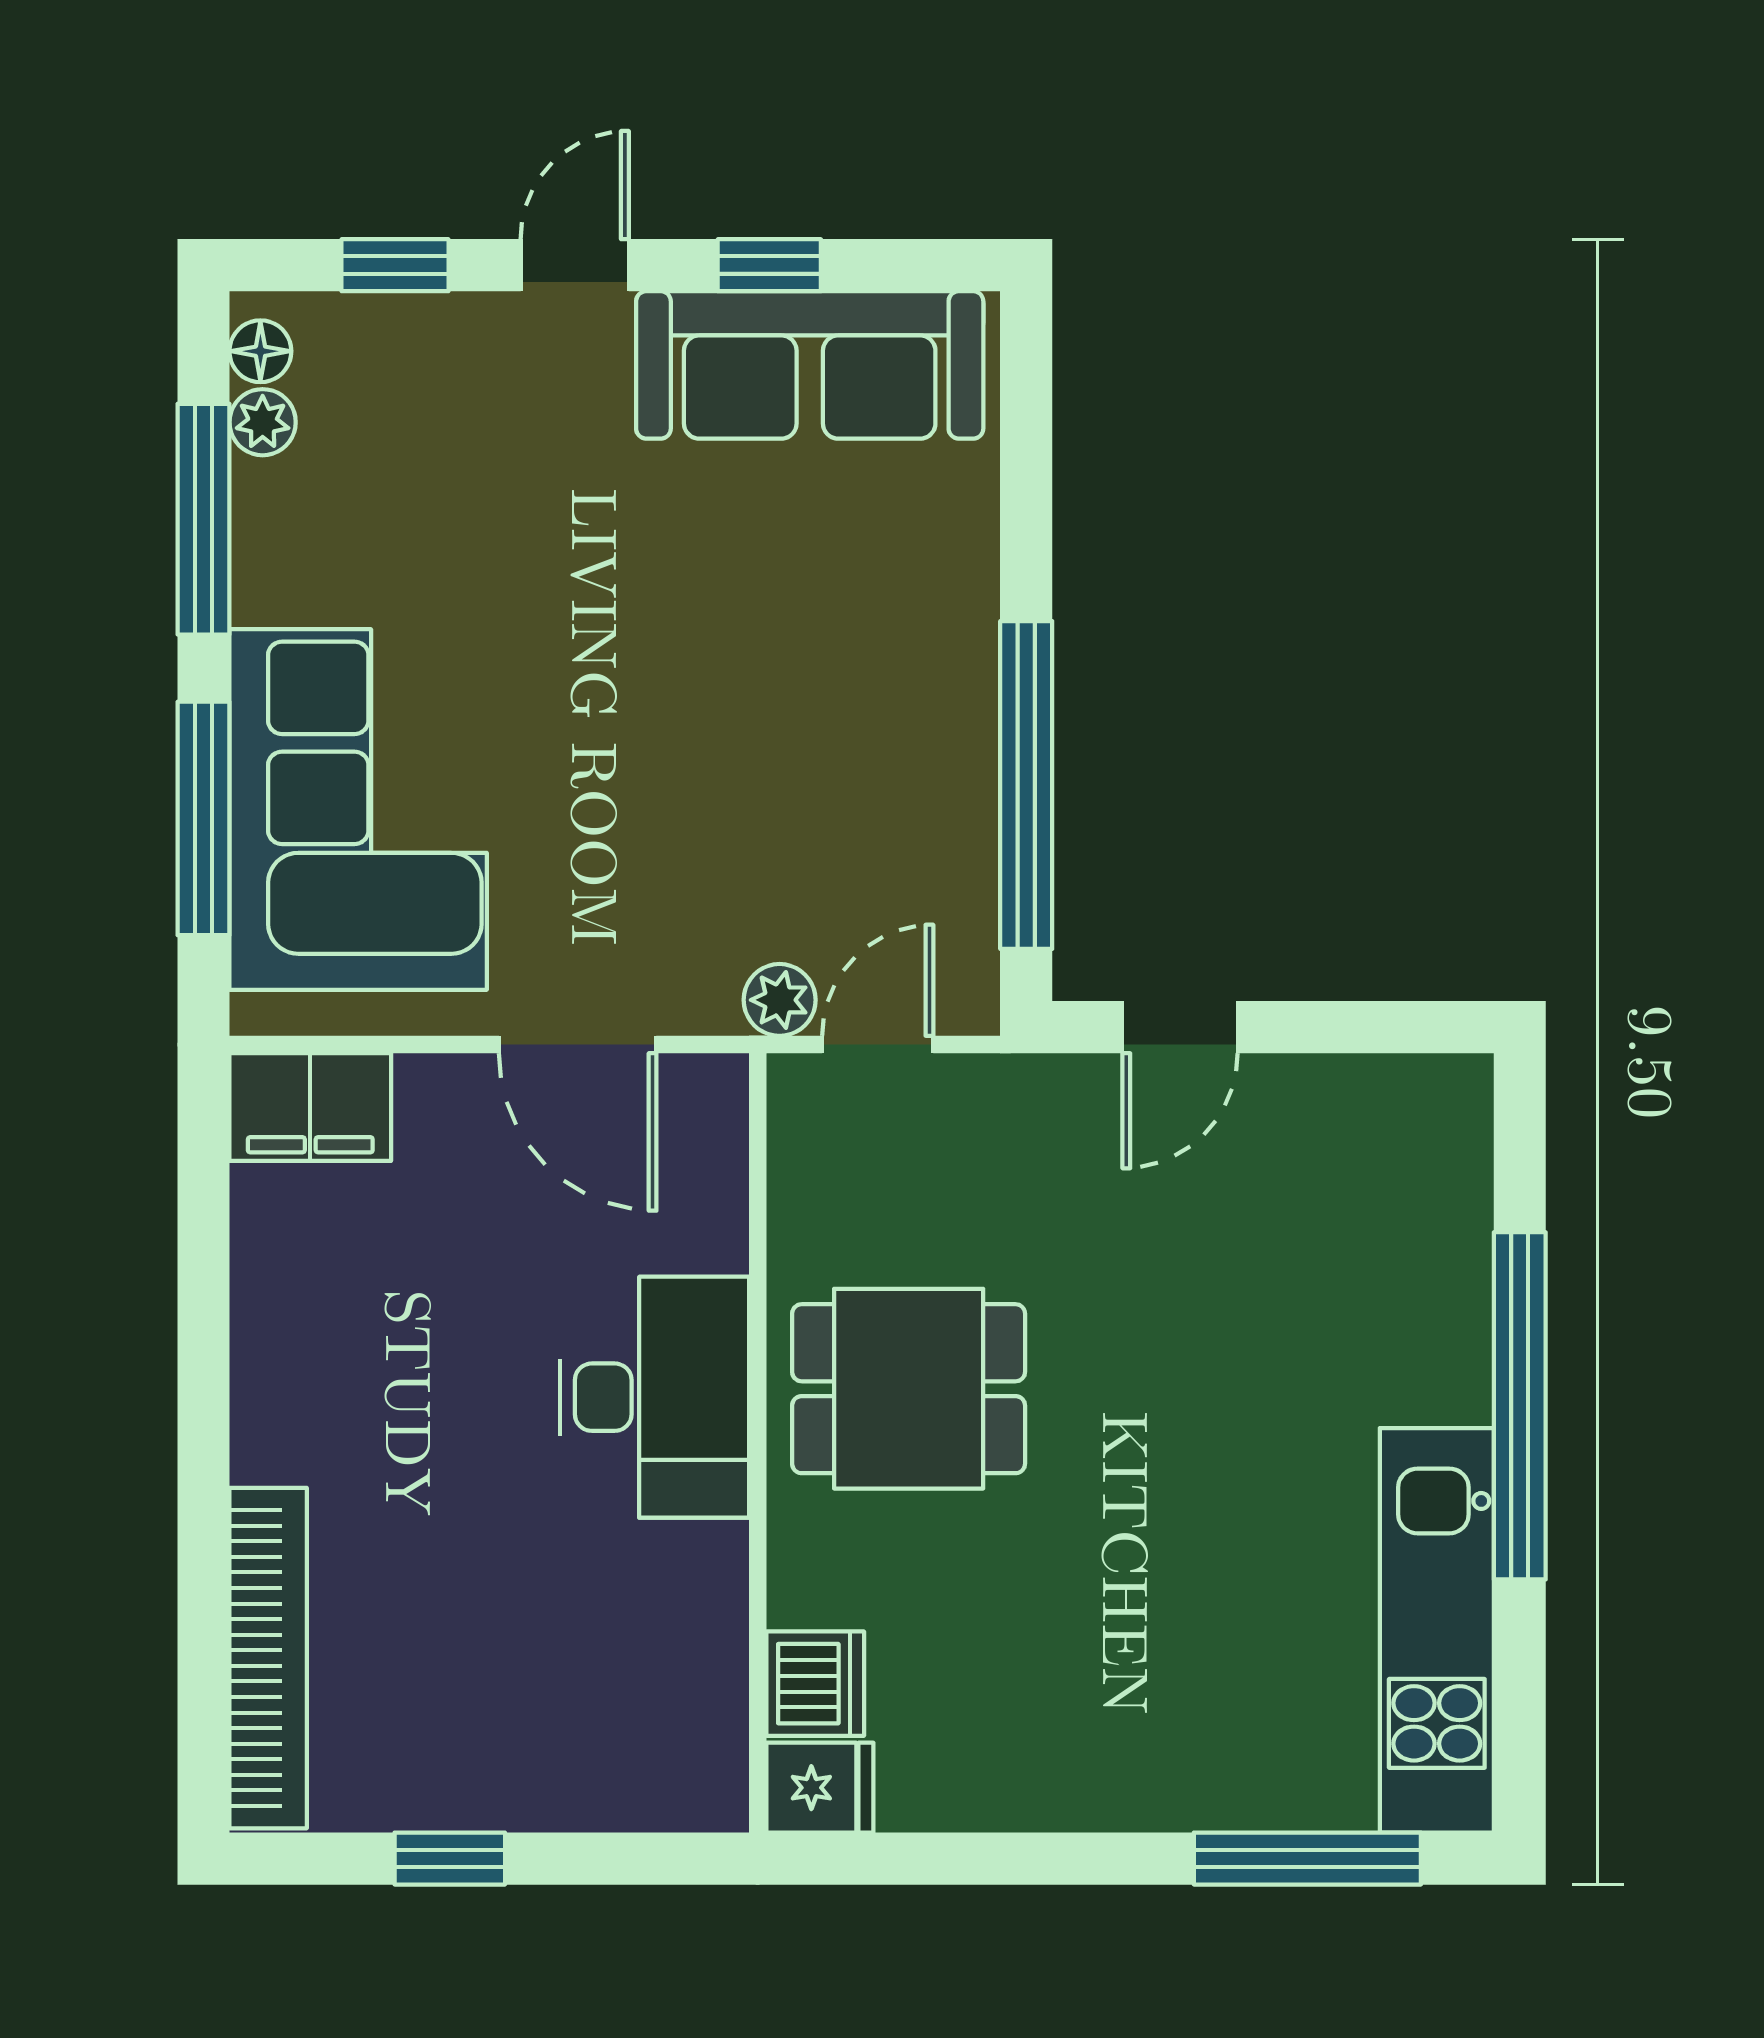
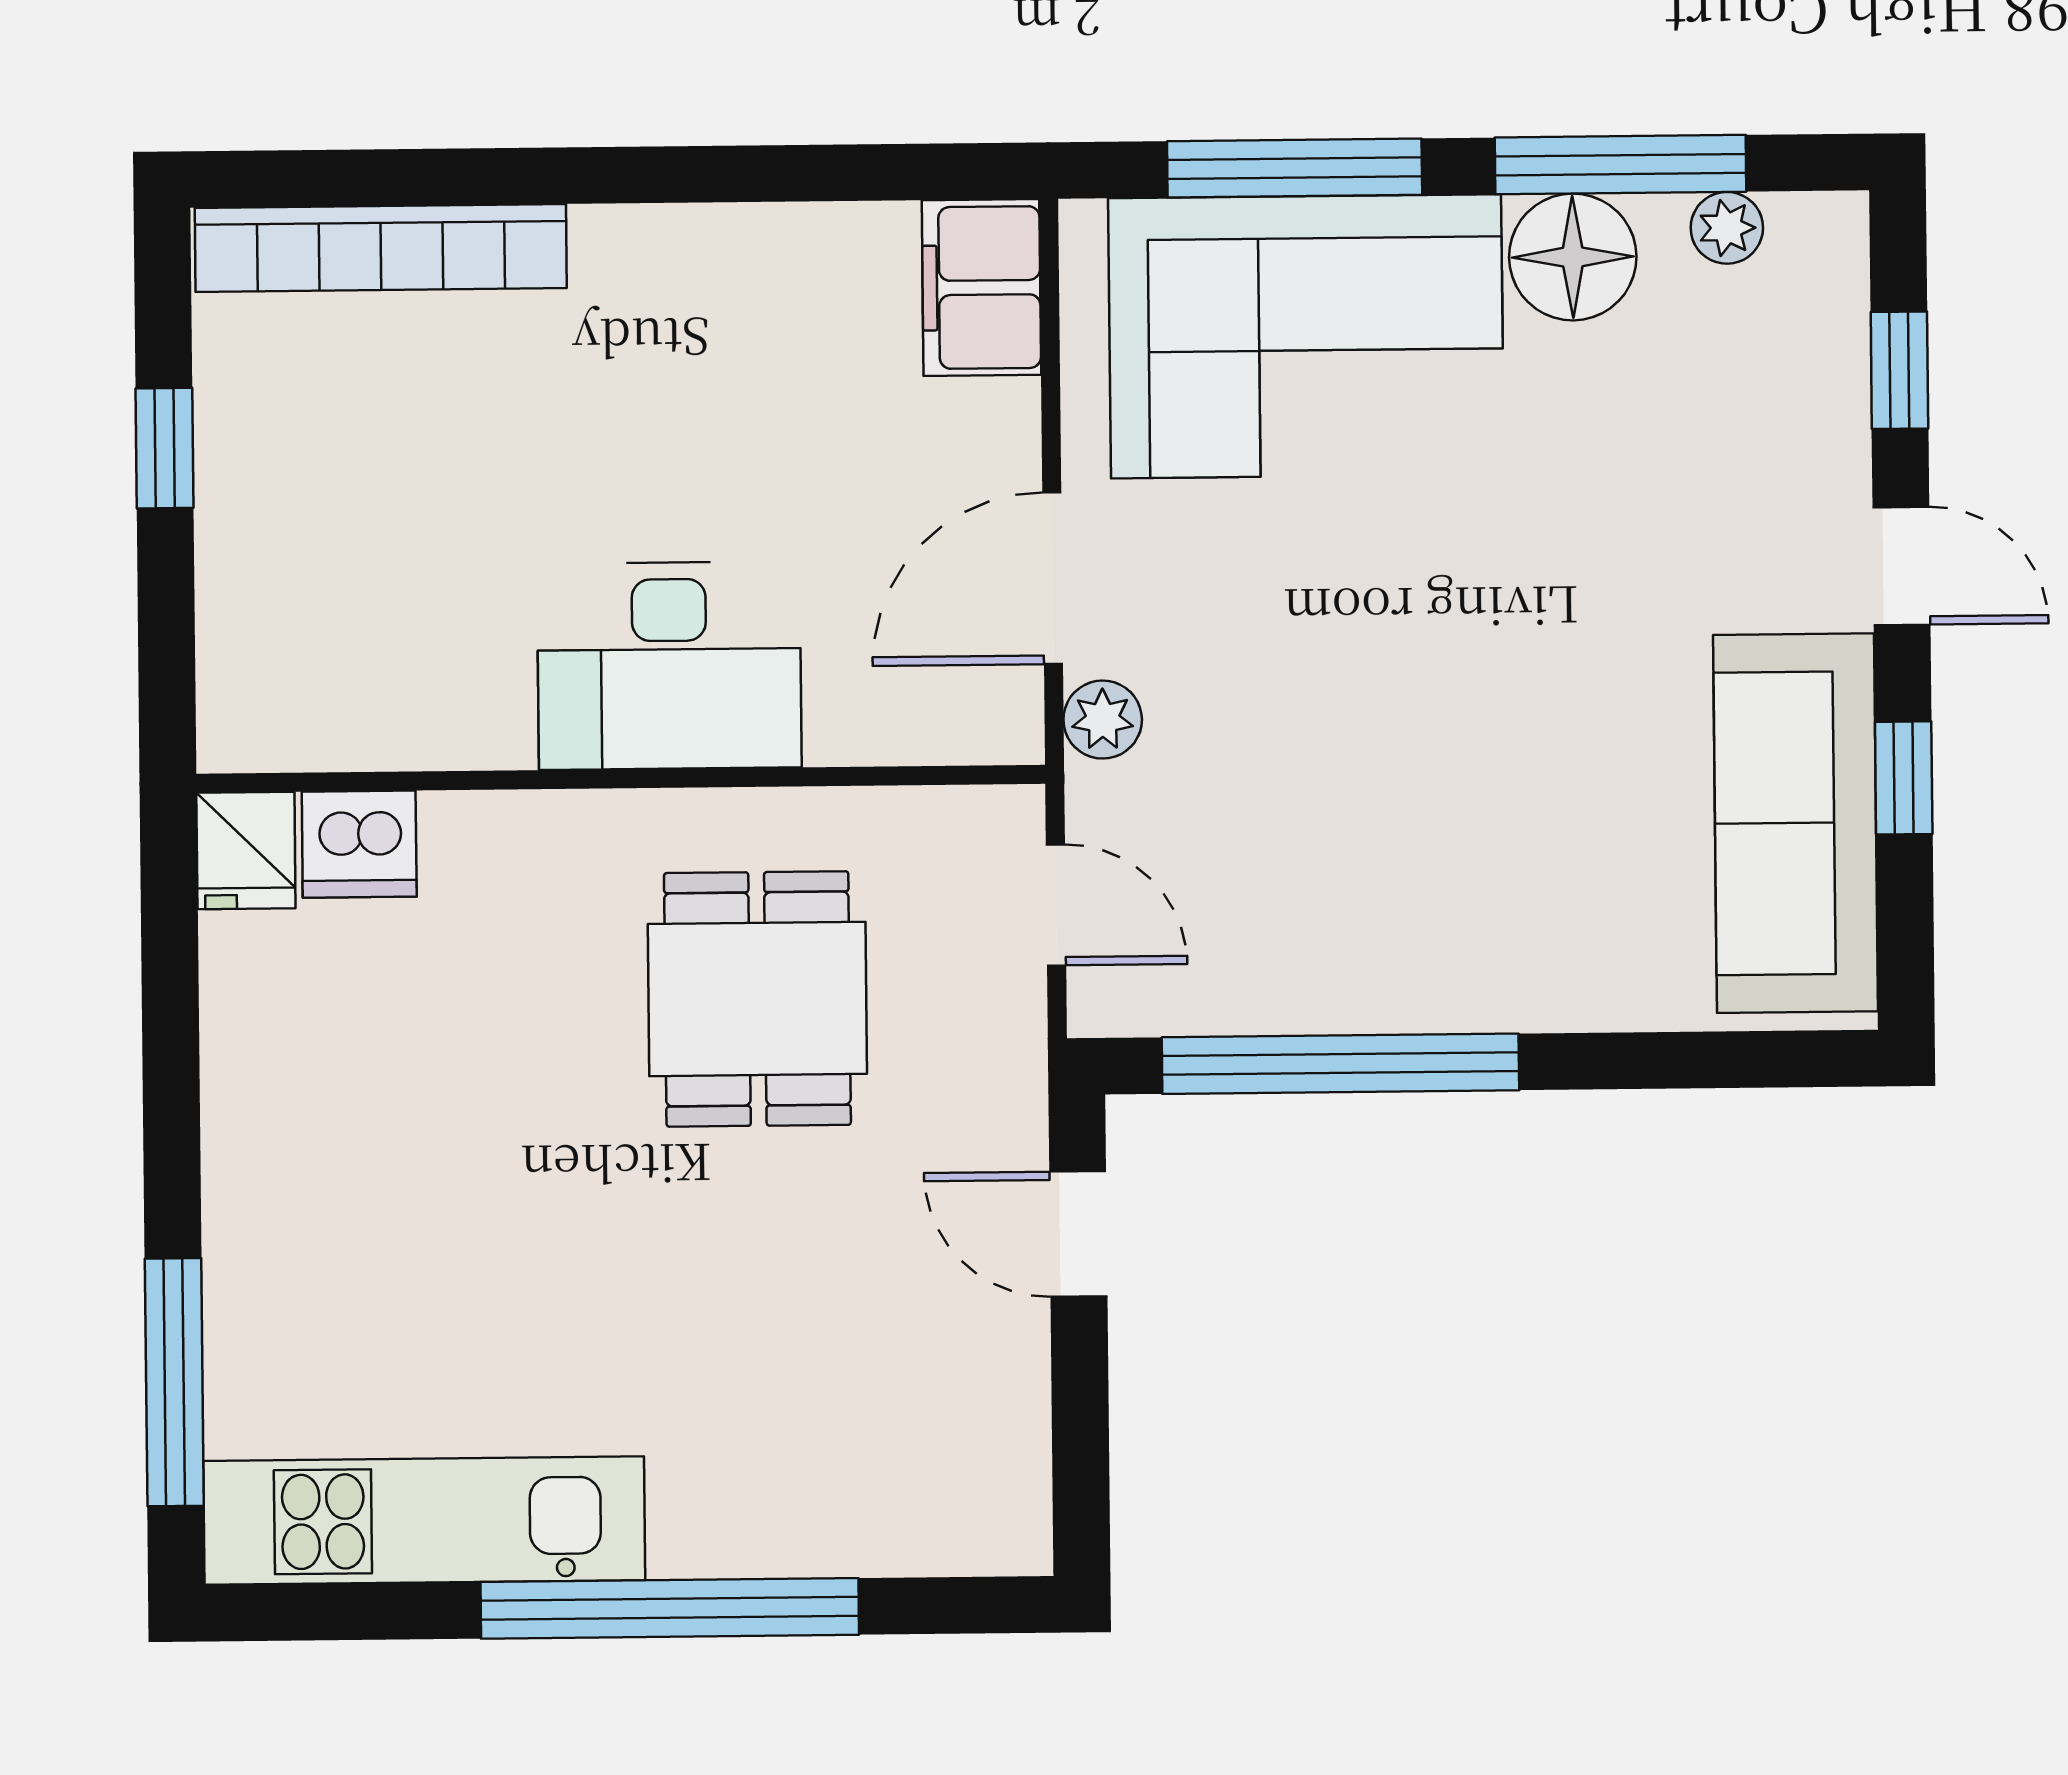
floor lamp: (260, 351) -> (1573, 257), moved, width x1.89, depth x1.89
plant: (780, 1000) -> (1103, 720), moved
dining table: (909, 1389) -> (757, 999), moved

